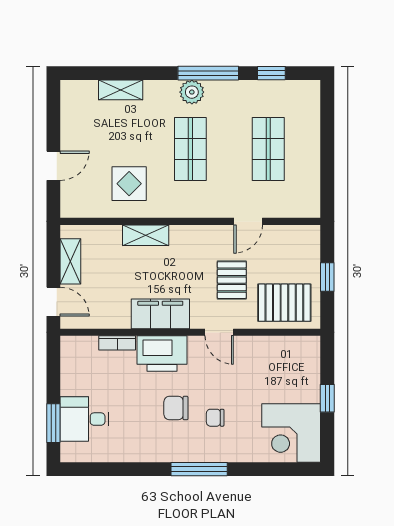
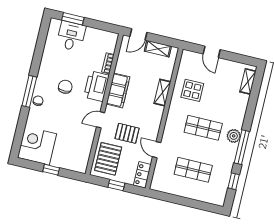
shelving: (121, 90) -> (248, 81), moved
locker: (298, 236) -> (142, 175), added
chair: (215, 418) -> (38, 101), moved

